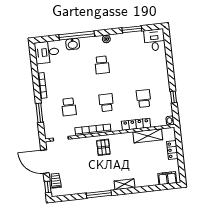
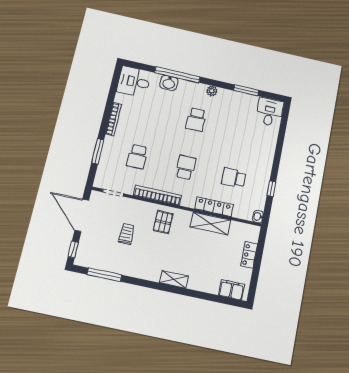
school desk: (144, 98) -> (234, 178), turned -90
shelving: (148, 136) -> (210, 223), moved
trolley: (56, 181) -> (127, 234), moved
window: (99, 194) -> (104, 275), moved

